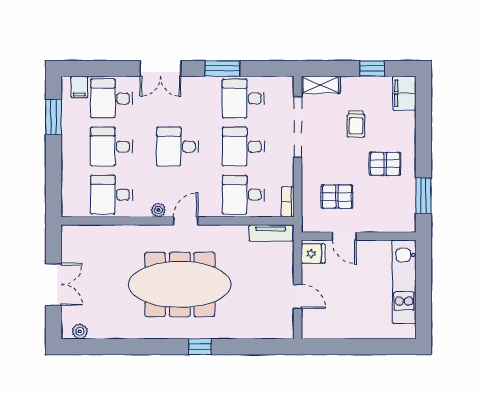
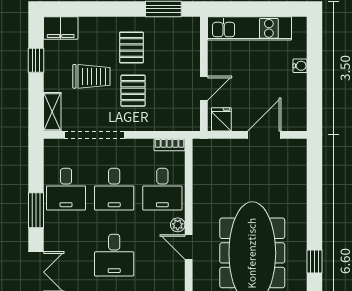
trolley: (356, 124) -> (91, 76), width x1.36, depth x1.39
pallet: (337, 197) -> (133, 91), moved
plant: (158, 210) -> (178, 225), moved
tv unit: (271, 233) -> (201, 162), removed
door: (298, 297) -> (264, 135), width x1.38
water cooler: (367, 332) -> (300, 66), added
window: (200, 347) -> (315, 262), moved

